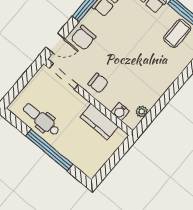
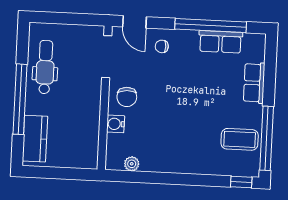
chair: (83, 38) -> (162, 46), width x0.54, depth x0.54
water cooler: (120, 112) -> (116, 124), moved
kitchen counter: (99, 122) -> (35, 139), moved, turned 180

